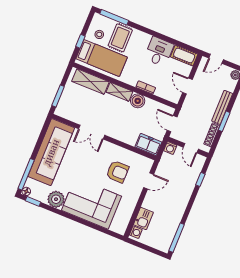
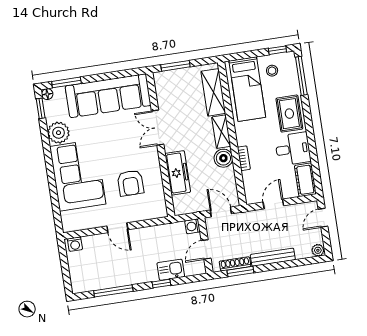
rug: (120, 38) -> (289, 114), moved, turned 90
window: (80, 41) -> (277, 50), moved
door: (216, 59) -> (323, 218), hinge flipped
window: (224, 121) -> (240, 271), moved
door: (172, 124) -> (221, 212), hinge flipped
freezer: (148, 144) -> (178, 173), moved, width x1.40
window: (26, 174) -> (66, 82), width x0.69
window: (200, 179) -> (161, 284), moved
door: (149, 181) -> (117, 228), moved
kitchen sink: (143, 218) -> (171, 270), moved, turned 180
window: (177, 238) -> (113, 291), moved

